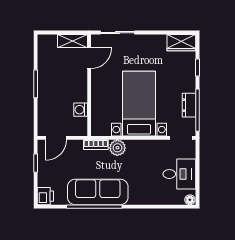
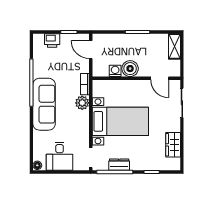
shelving: (72, 41) -> (175, 46), moved
wardrobe: (181, 43) -> (173, 145), moved
boiler: (78, 92) -> (130, 69), added
sofa: (98, 192) -> (44, 104), moved
printer: (45, 196) -> (52, 40), moved

